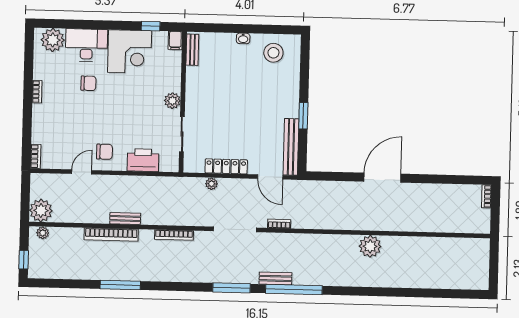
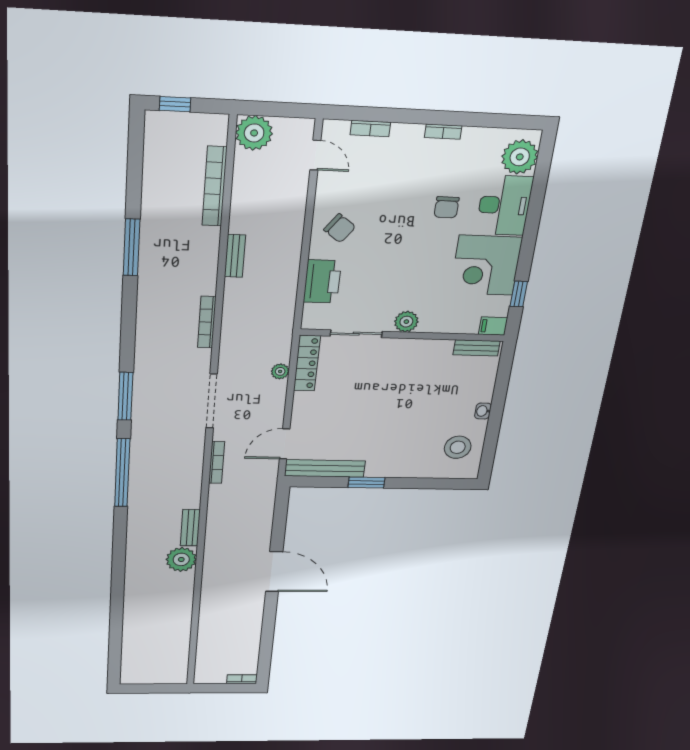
chair: (104, 152) -> (340, 228), turned -53
bookcase: (36, 156) -> (370, 128), moved
locker: (226, 166) -> (307, 363), moved
door: (82, 172) -> (315, 155), moved
bookcase: (279, 224) -> (217, 462), width x1.56
plant: (43, 233) -> (218, 135), removed
bookcase: (111, 234) -> (215, 186), moved
bench: (275, 278) -> (190, 528), moved

